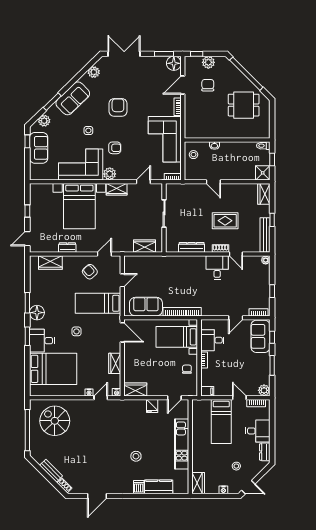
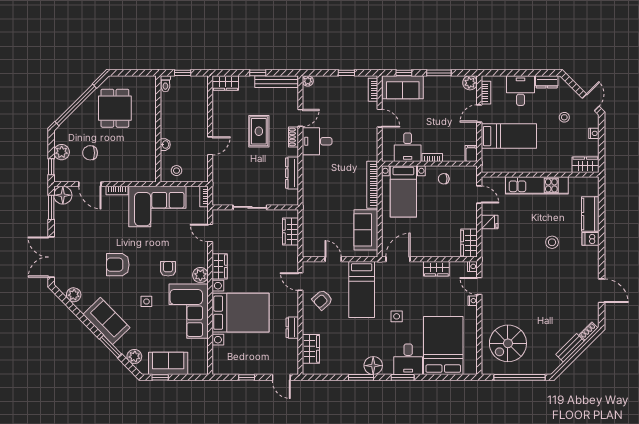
shower: (263, 173) -> (199, 84), removed

